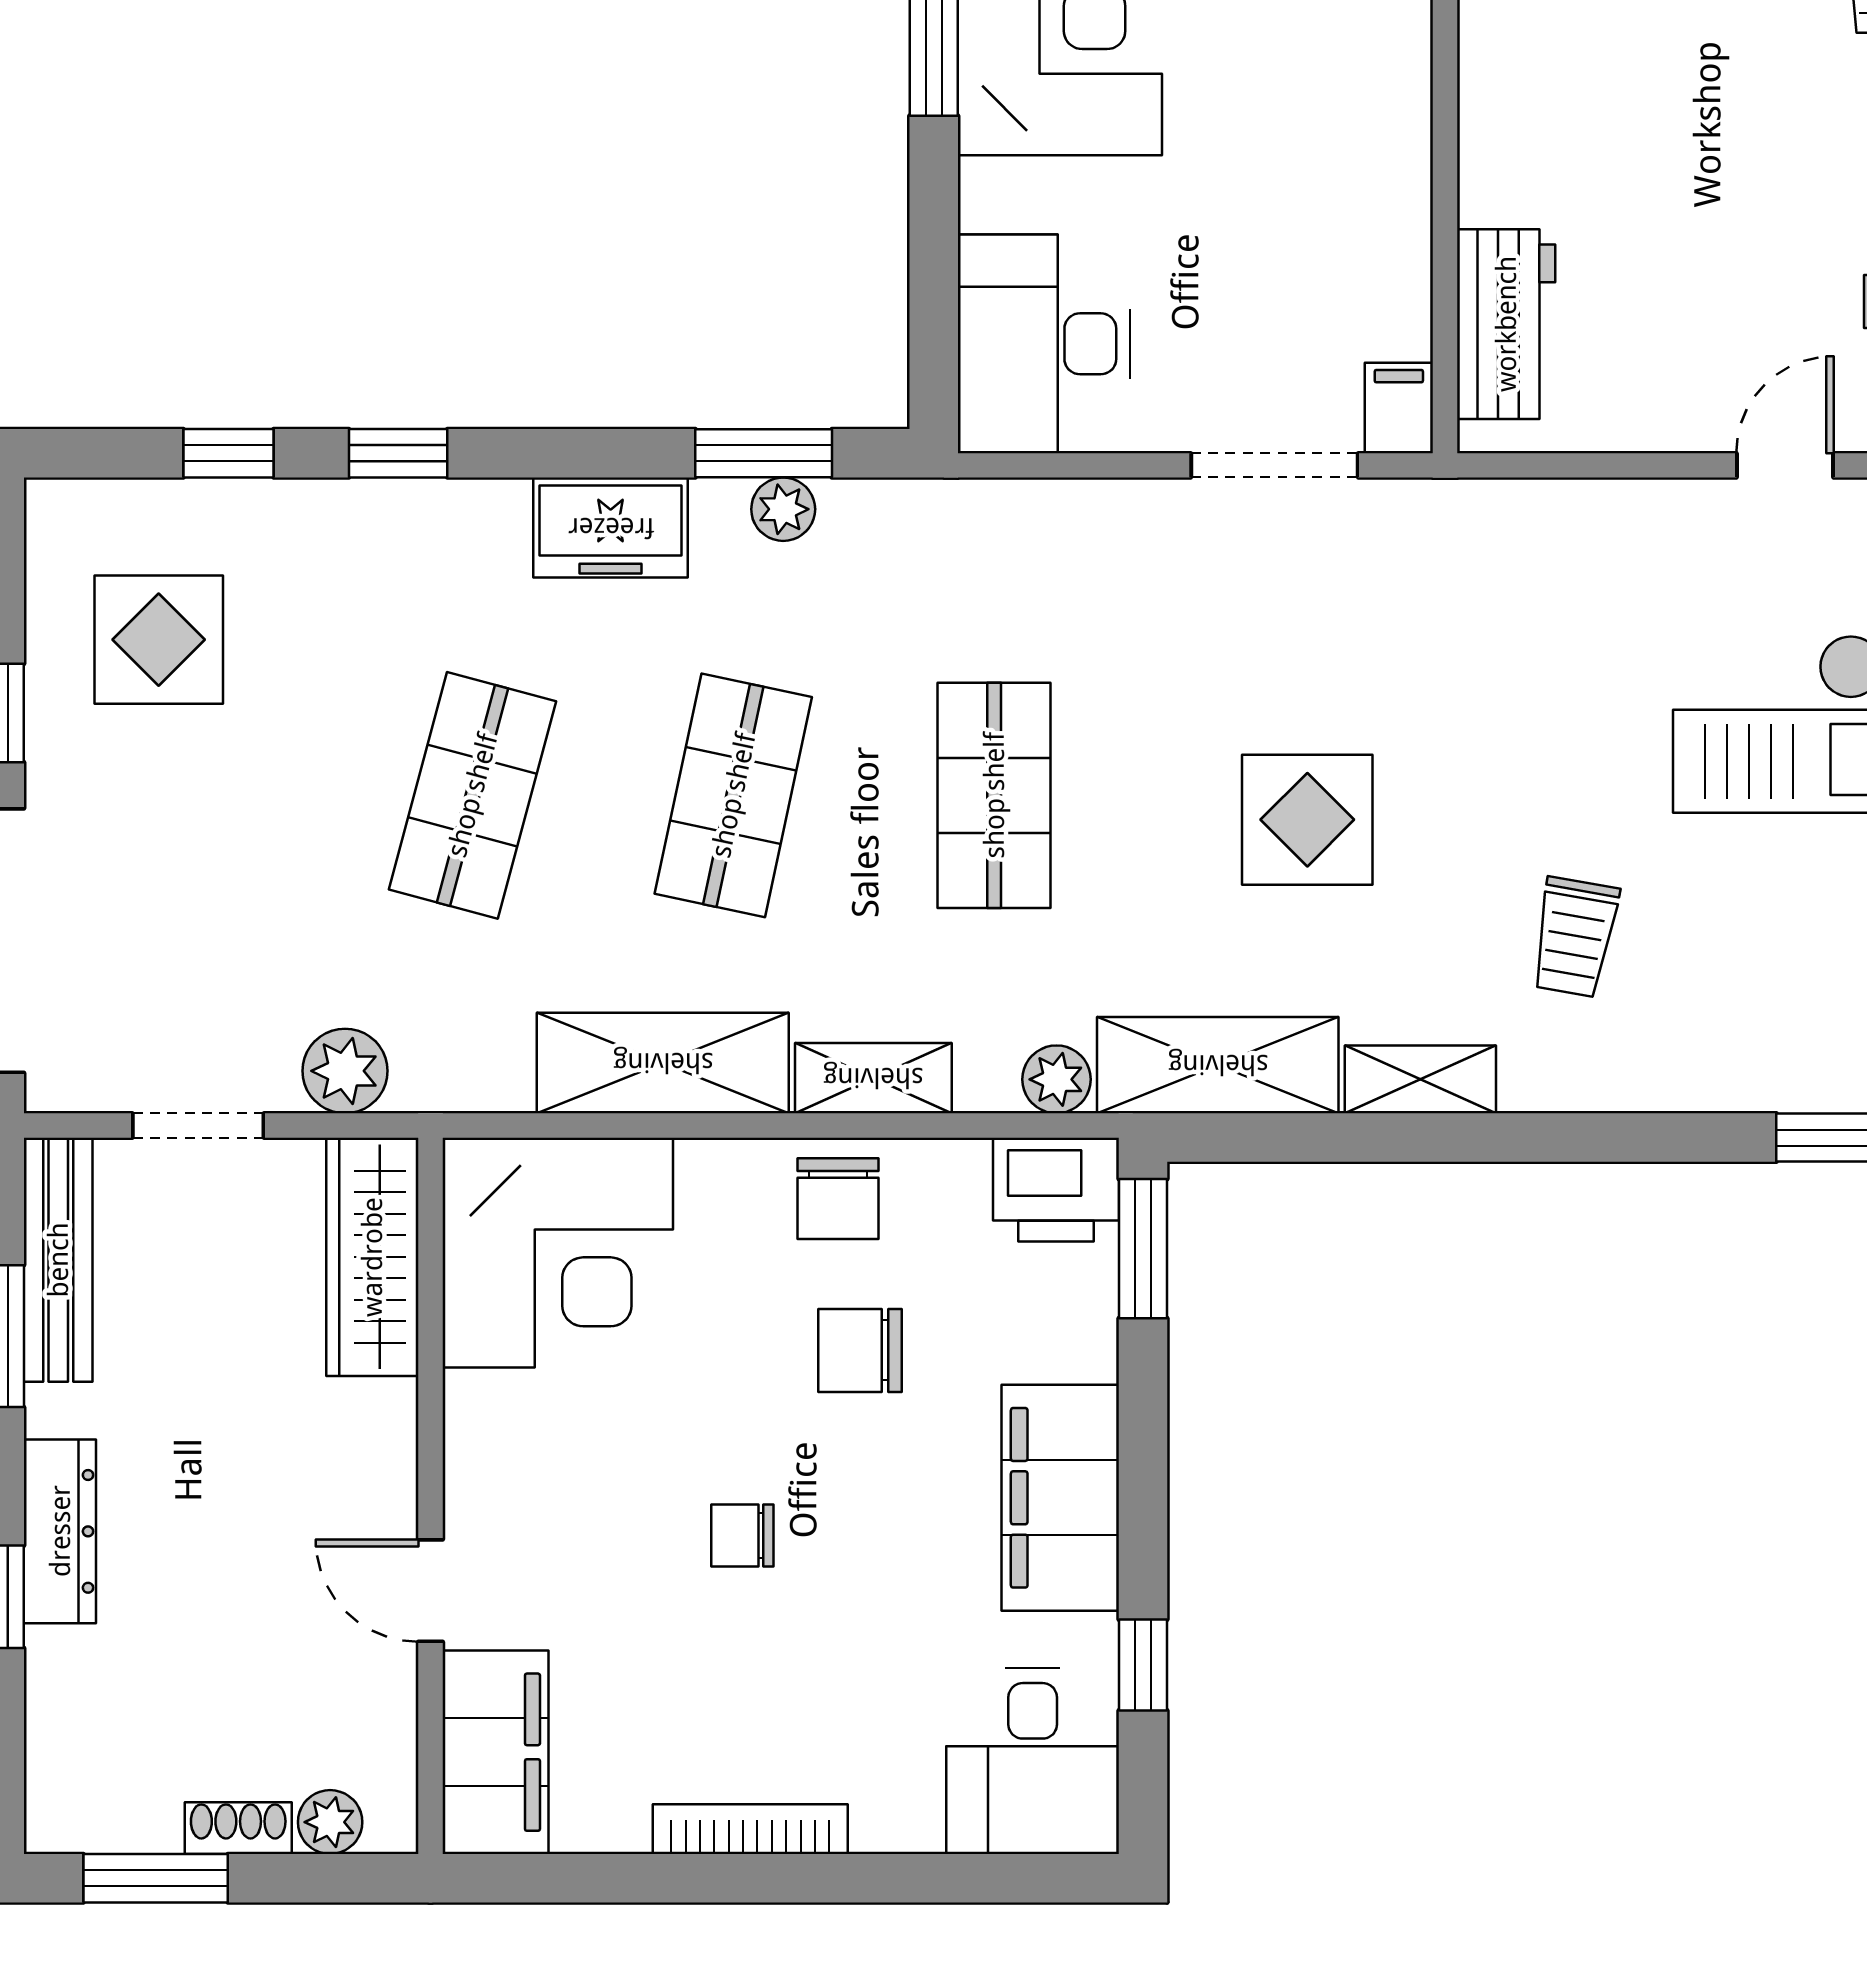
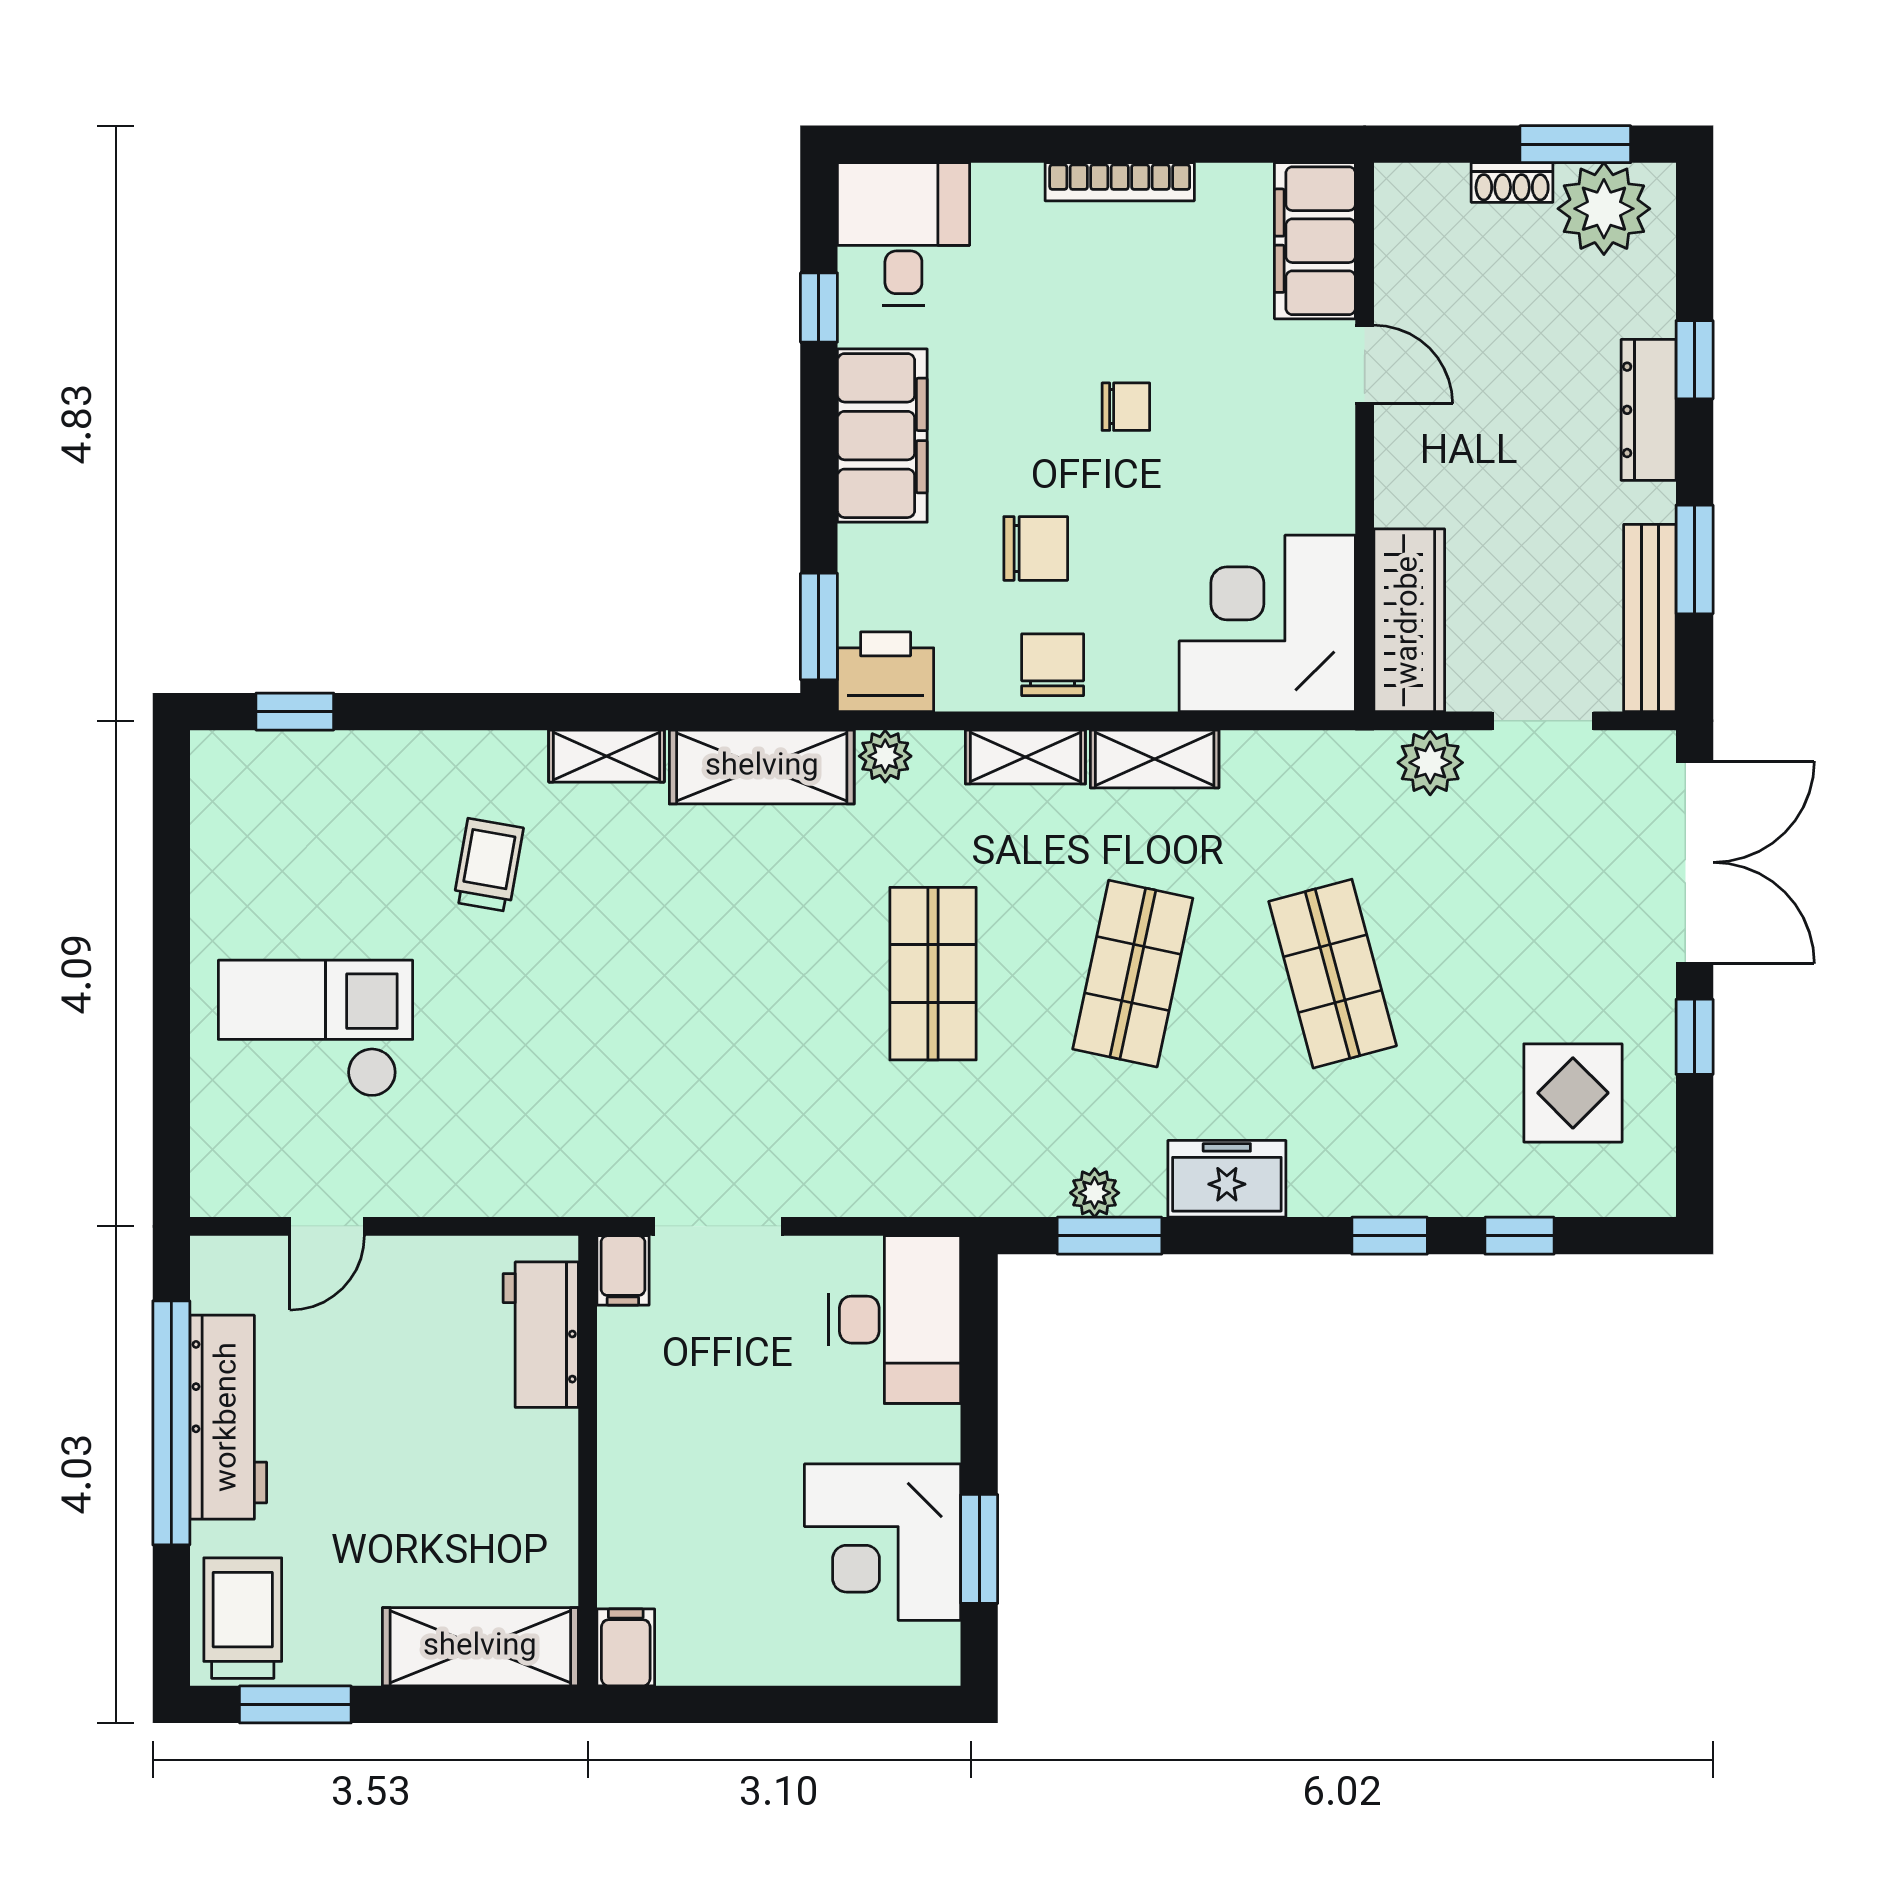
shop shelf: (472, 795) -> (1333, 974), turned -30
display table: (1307, 820) -> (693, 955), removed
shelving: (663, 1063) -> (1155, 759), width x0.67, depth x0.75
plant: (330, 1822) -> (1604, 209), moved, width x1.88, depth x1.88

